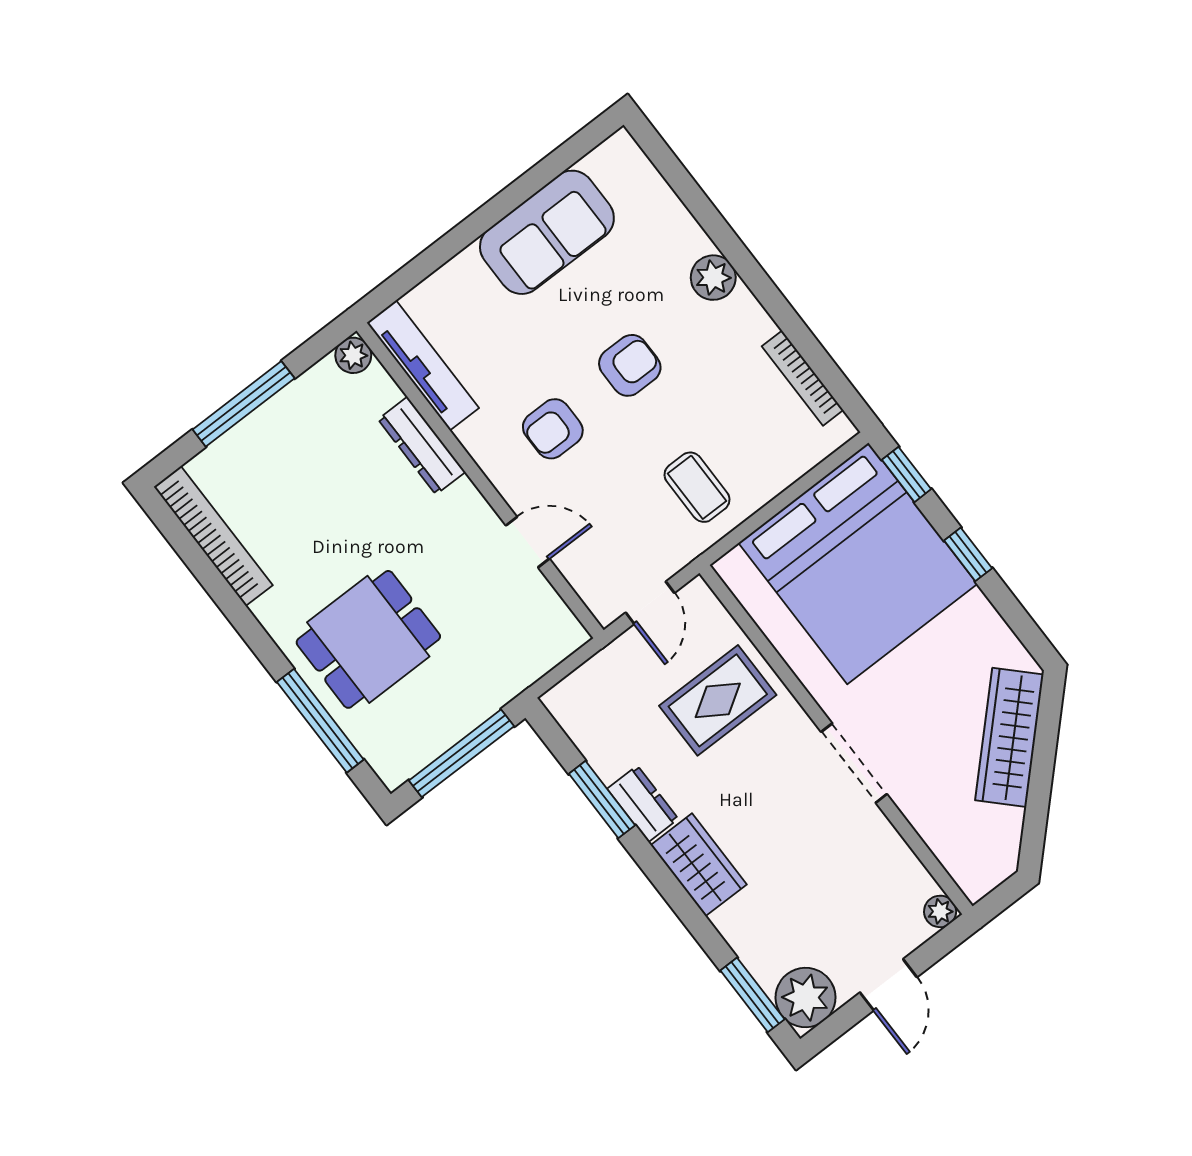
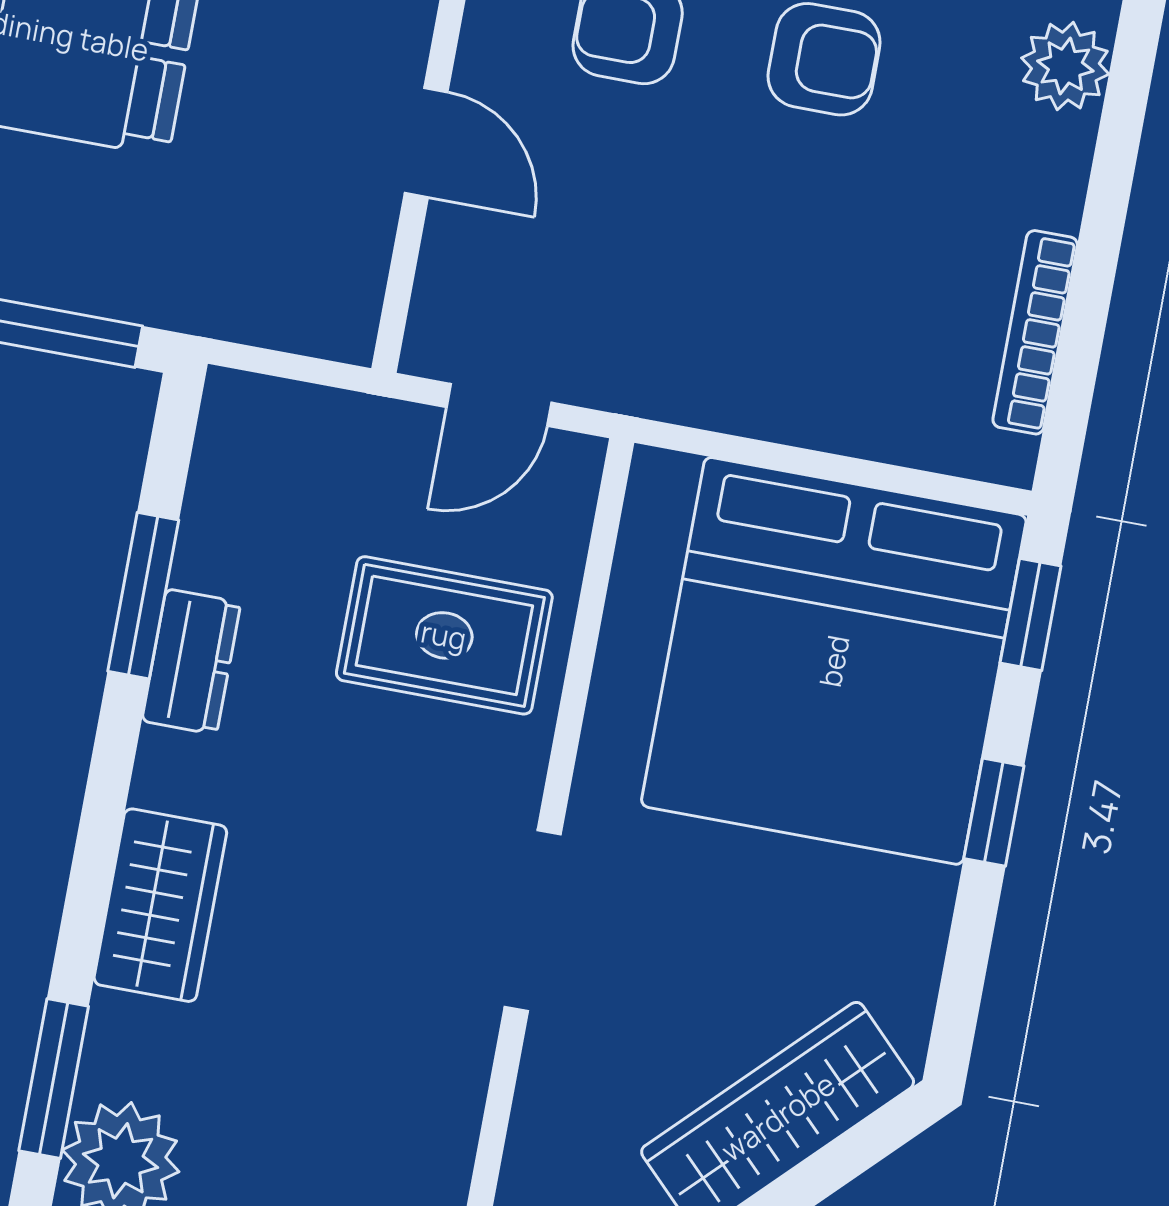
coffee table: (697, 487) -> (733, 321), removed
wardrobe: (699, 865) -> (160, 905), moved

